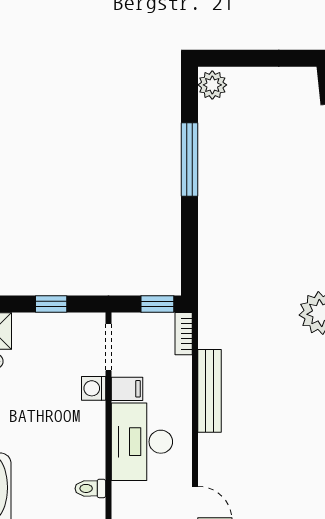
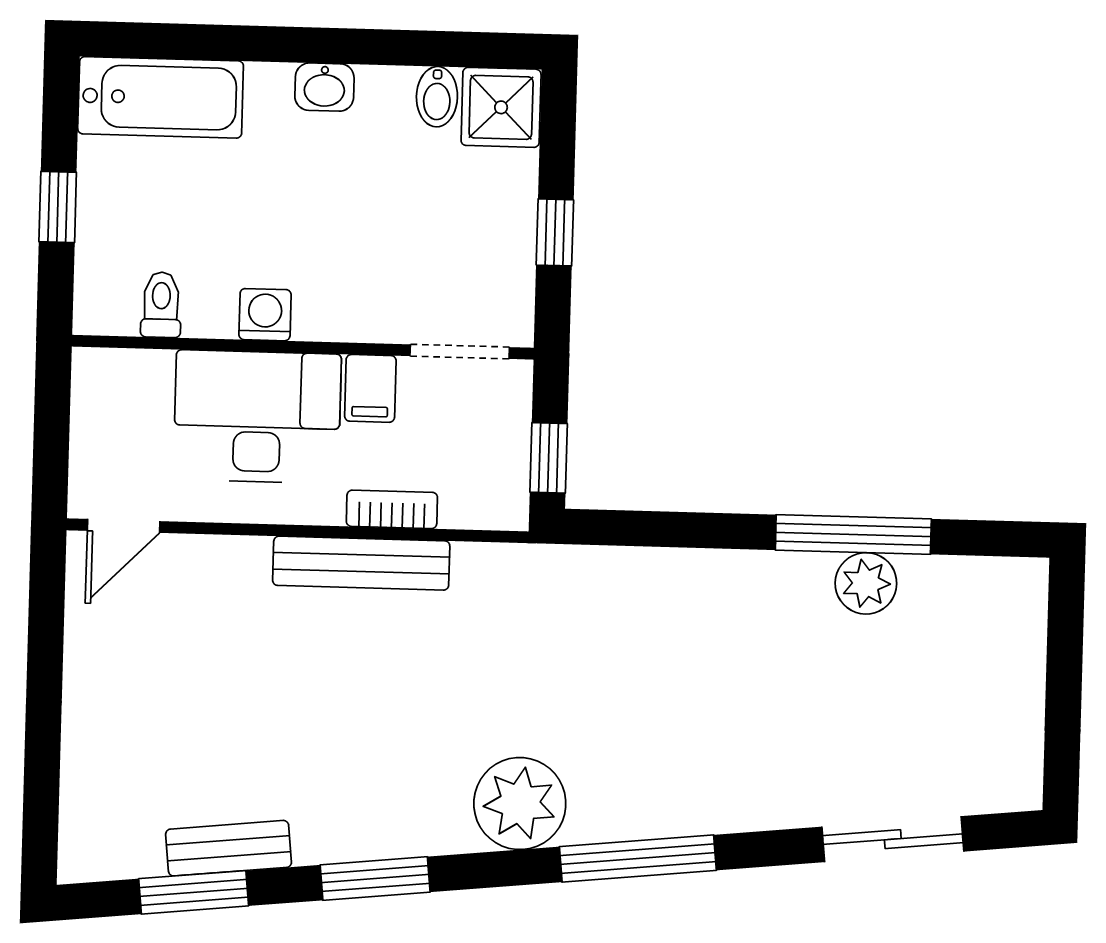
plant: (212, 85) -> (866, 583), moved
bookcase: (184, 334) -> (392, 509), moved
washing machine: (94, 388) -> (265, 315), moved

